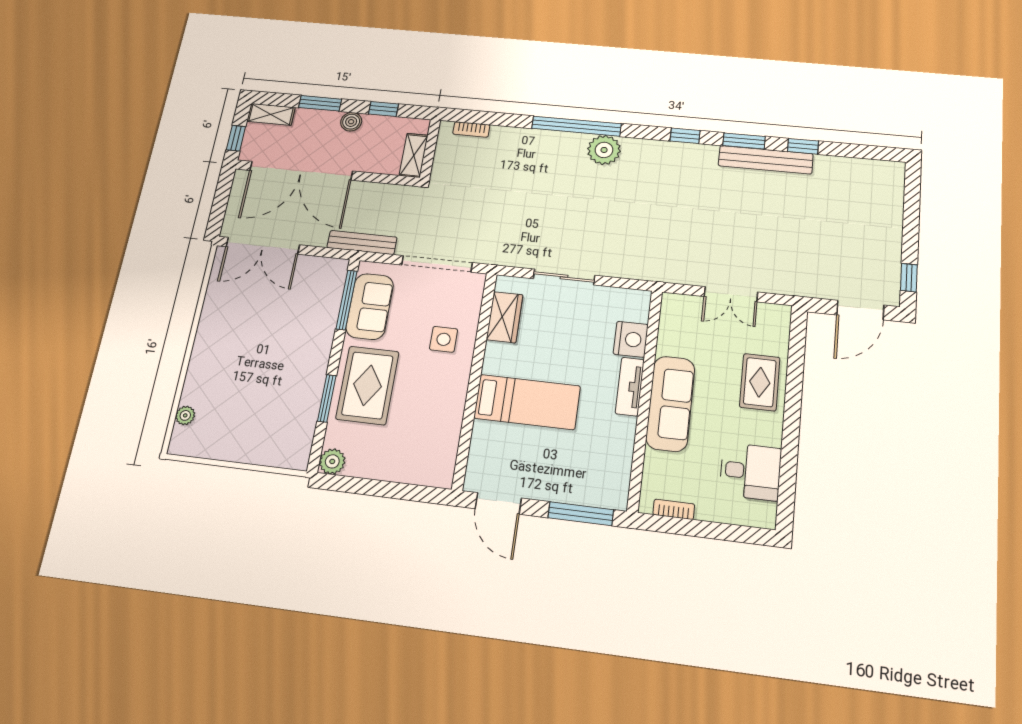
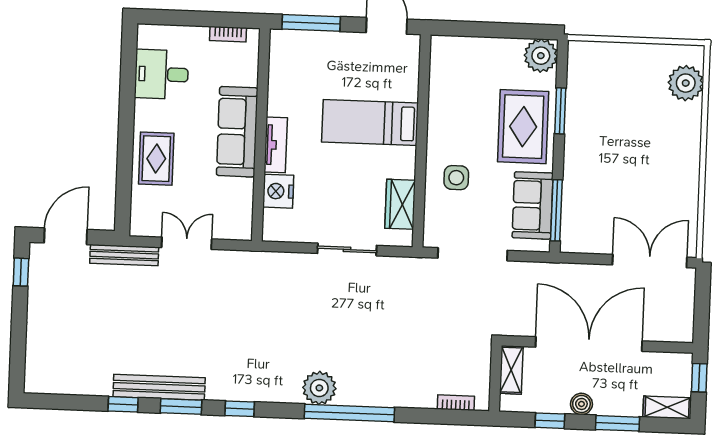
double door: (301, 171) -> (589, 344), moved
bench: (362, 242) -> (124, 255), moved
plant: (185, 415) -> (686, 83), width x1.88, depth x1.88
plant: (332, 461) -> (541, 56), width x1.36, depth x1.36

